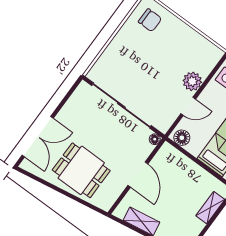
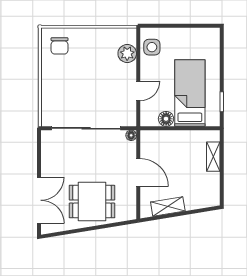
chair: (150, 20) -> (60, 46), turned 90
plant: (192, 81) -> (127, 54), moved
floor lamp: (182, 138) -> (166, 119), moved

